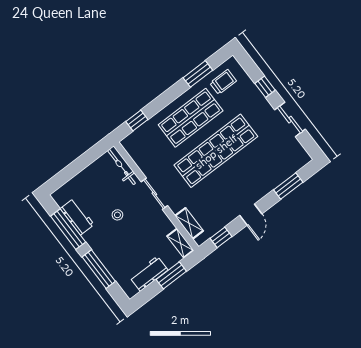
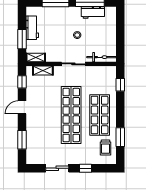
door: (251, 215) -> (22, 107), hinge flipped

